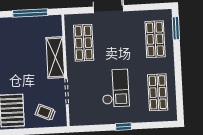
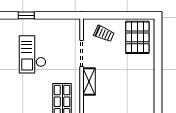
shelving: (55, 57) -> (89, 82), width x0.67, depth x0.75

